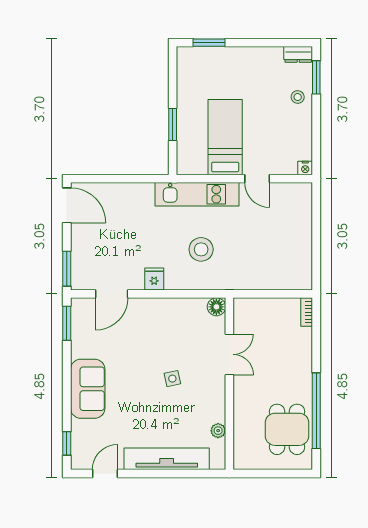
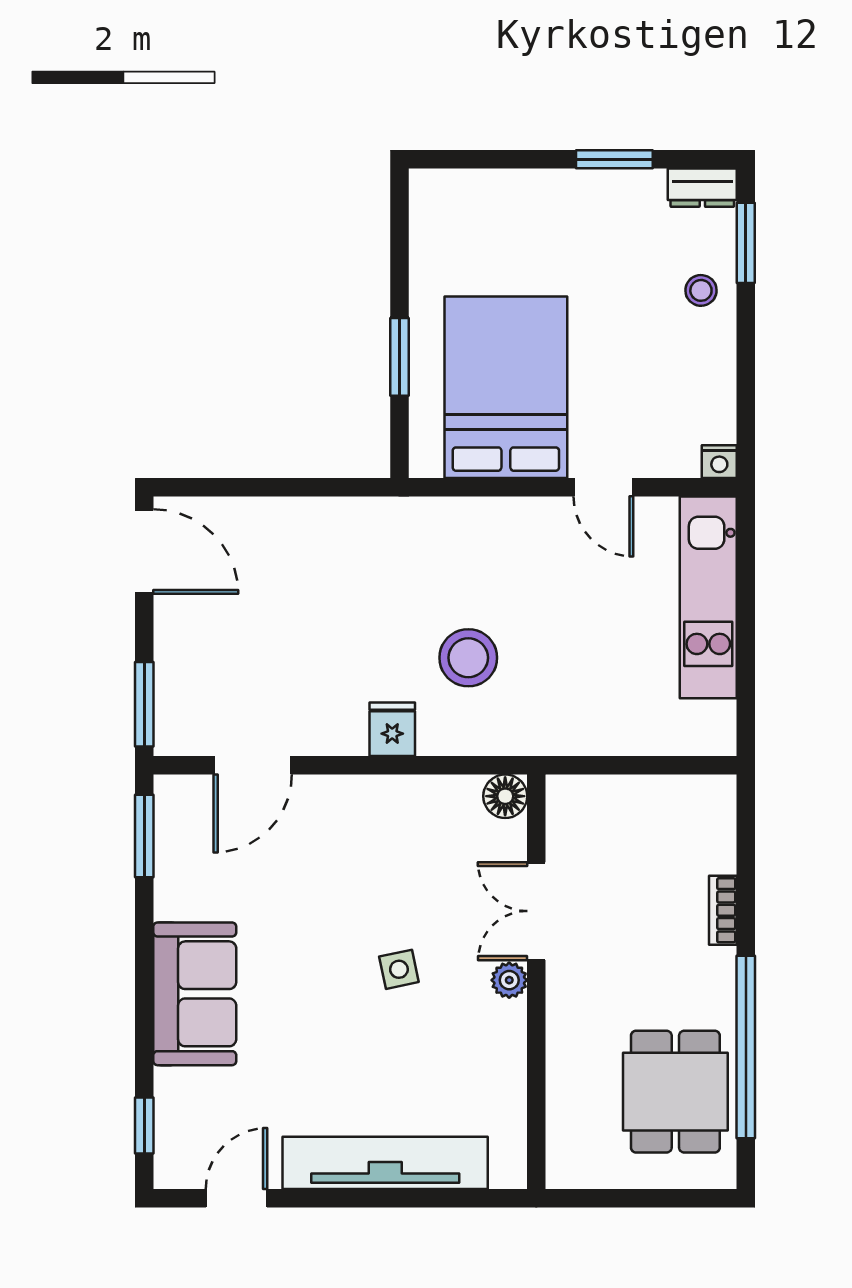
window: (209, 43) -> (614, 159), moved
bed: (225, 137) -> (506, 387), width x1.50
kitchen unit: (197, 194) -> (708, 597), moved, turned 90
fridge: (154, 279) -> (392, 729), moved
bookcase: (307, 312) -> (723, 910), moved
double door: (229, 354) -> (536, 911), swing flipped
plant: (218, 431) -> (509, 980), moved

